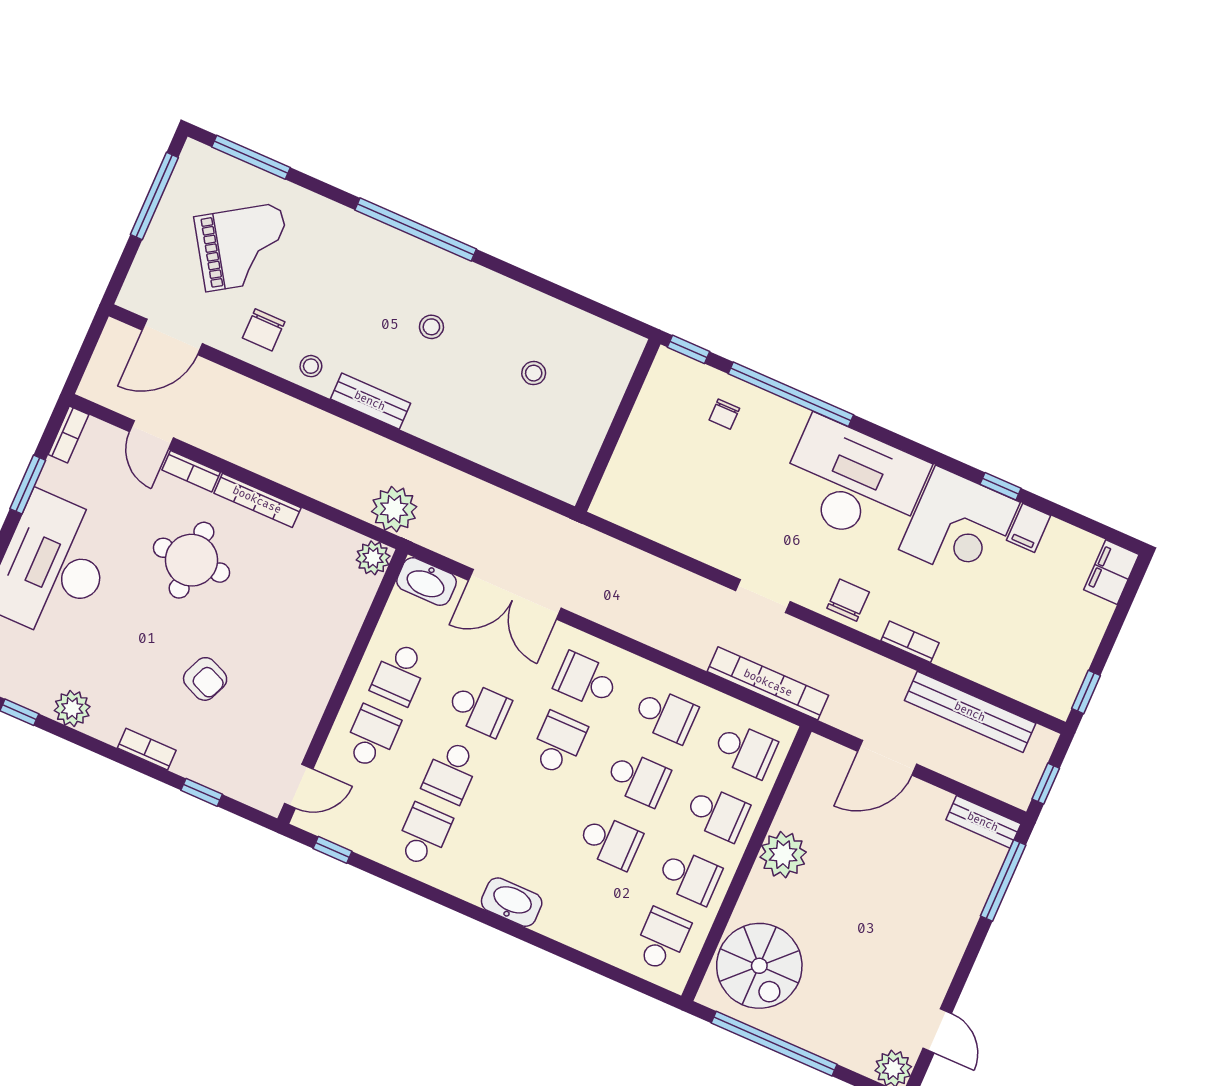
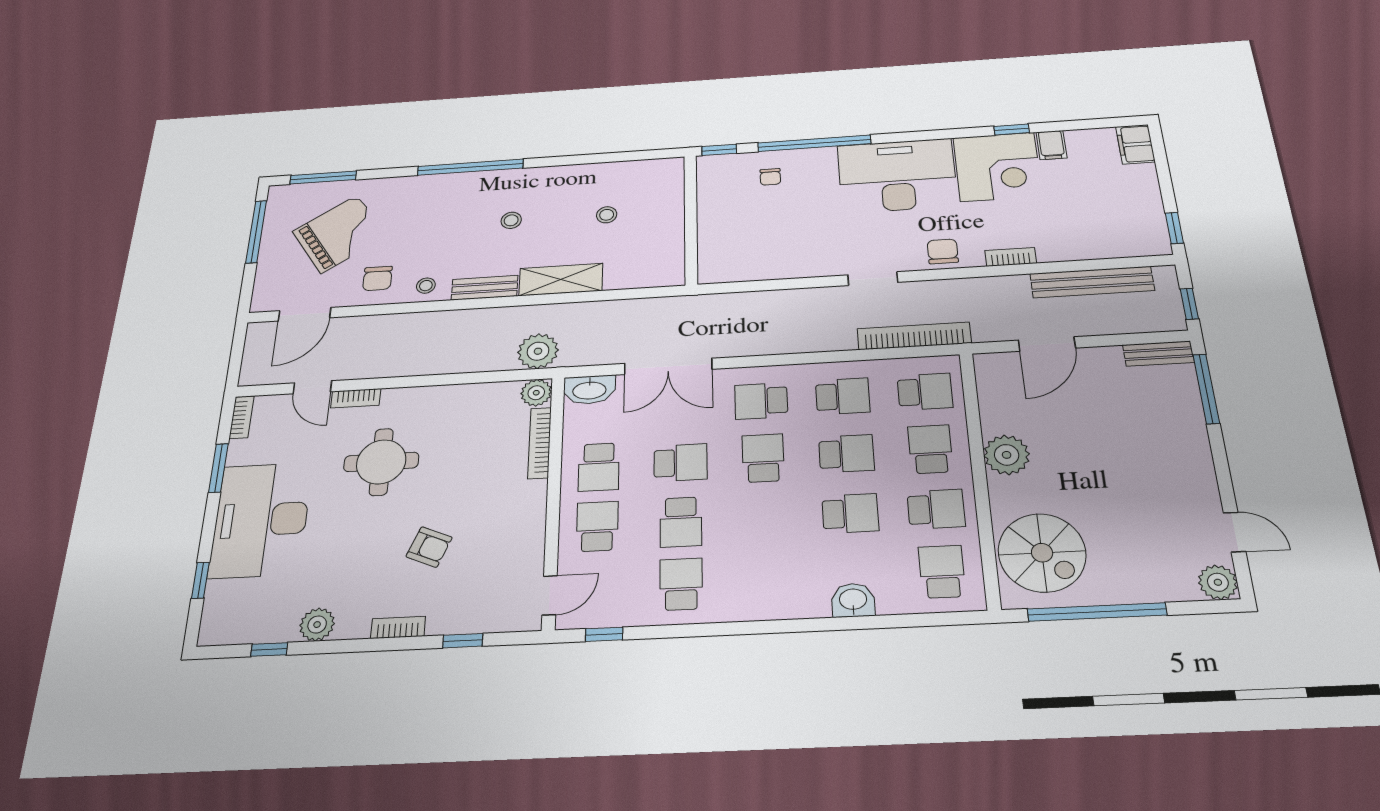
shelving: (452, 432) -> (561, 279), added
bookcase: (257, 500) -> (540, 443), moved, turned 90
school desk: (717, 813) -> (930, 449), turned -90
washbasin: (512, 902) -> (853, 600), moved, width x0.72

